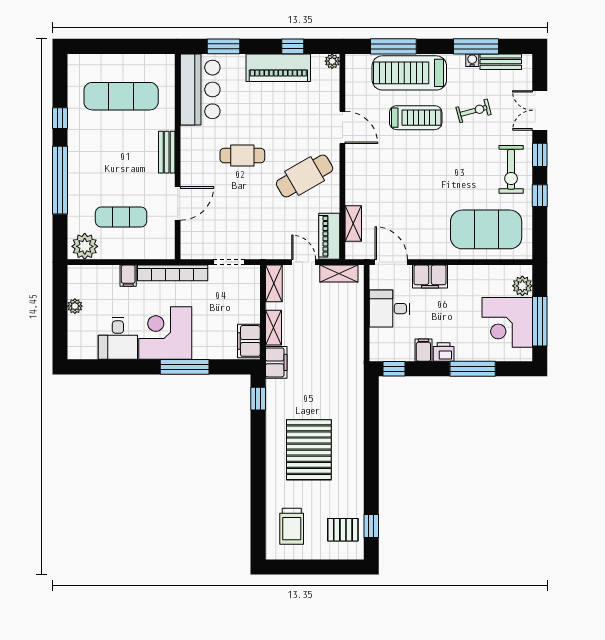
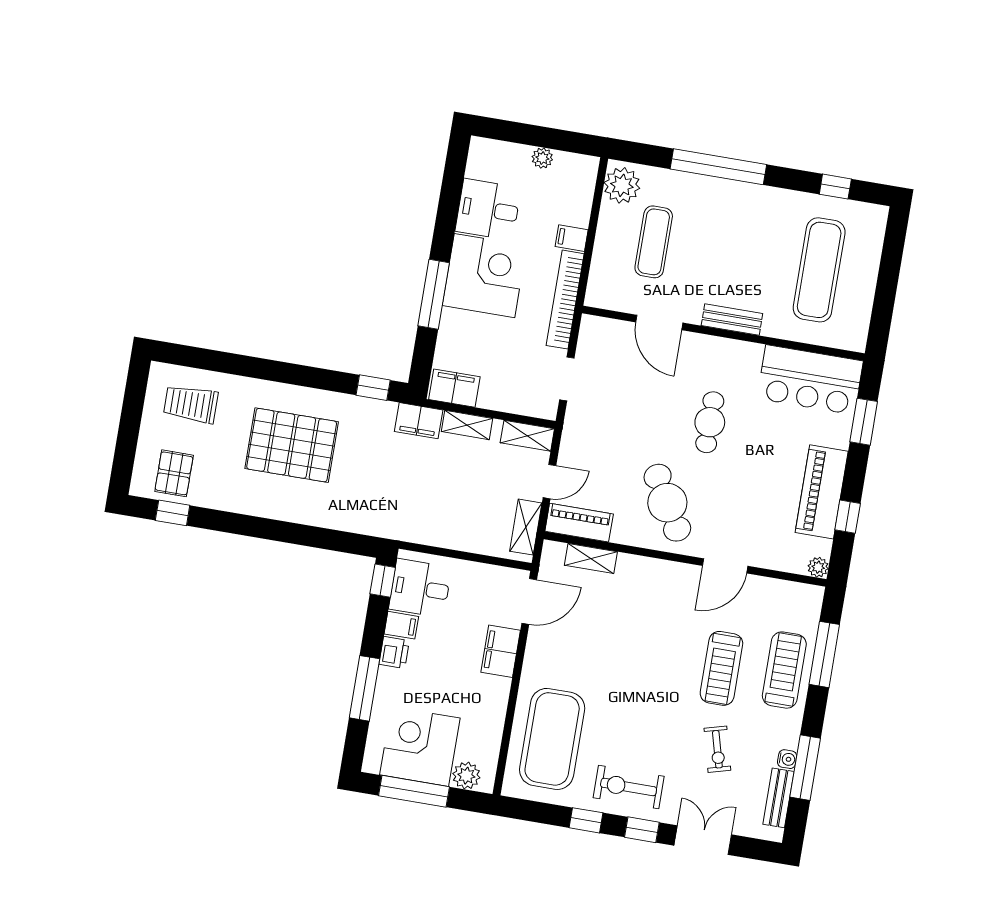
treadmill: (409, 73) -> (784, 670), width x0.73, depth x0.73
window: (60, 118) -> (835, 187), moved
desk: (389, 309) -> (420, 588), moved, turned -90

